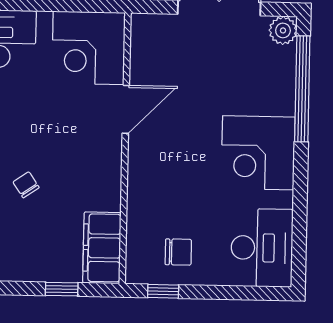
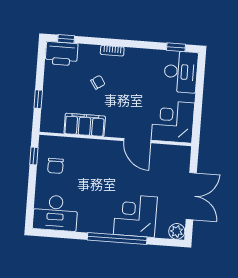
window: (302, 89) -> (117, 238), moved
corner desk: (258, 153) -> (135, 216), moved
filing cabinet: (102, 248) -> (85, 125), moved

